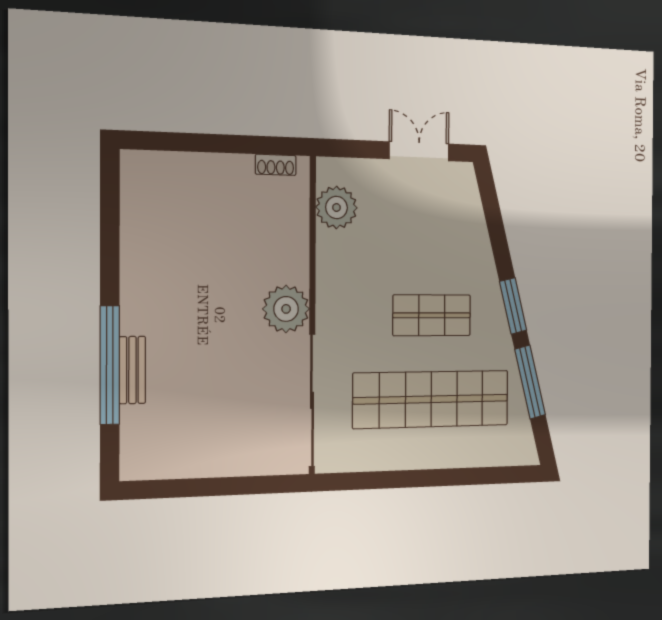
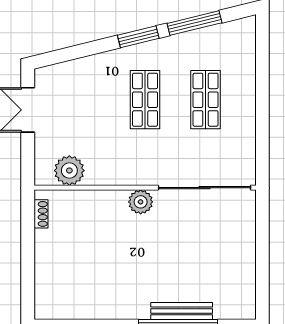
plant: (286, 309) -> (141, 202), width x0.73, depth x0.73
bench: (132, 370) -> (182, 311), width x1.36
shop shelf: (431, 399) -> (206, 100), width x0.50, depth x0.74

